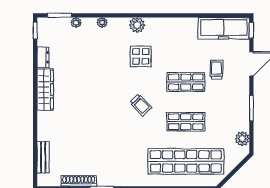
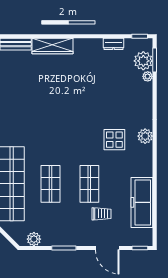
plant: (102, 22) -> (143, 61), moved, width x1.88, depth x1.88
freezer: (224, 28) -> (142, 202), moved
wardrobe: (45, 90) -> (53, 46), moved
trolley: (141, 105) -> (67, 140), removed

